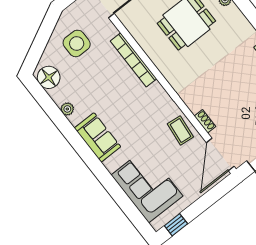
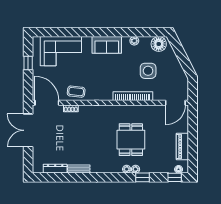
side table: (77, 43) -> (148, 71), moved
window: (176, 225) -> (28, 63), moved

